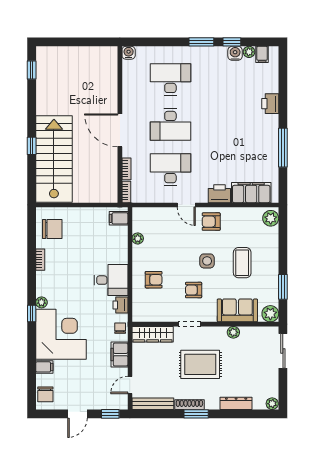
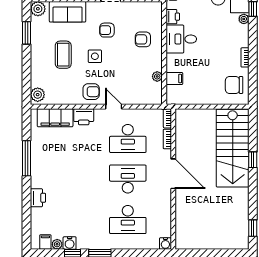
filing cabinet: (119, 218) -> (174, 78), moved
armchair: (194, 290) -> (107, 30), turned 180

